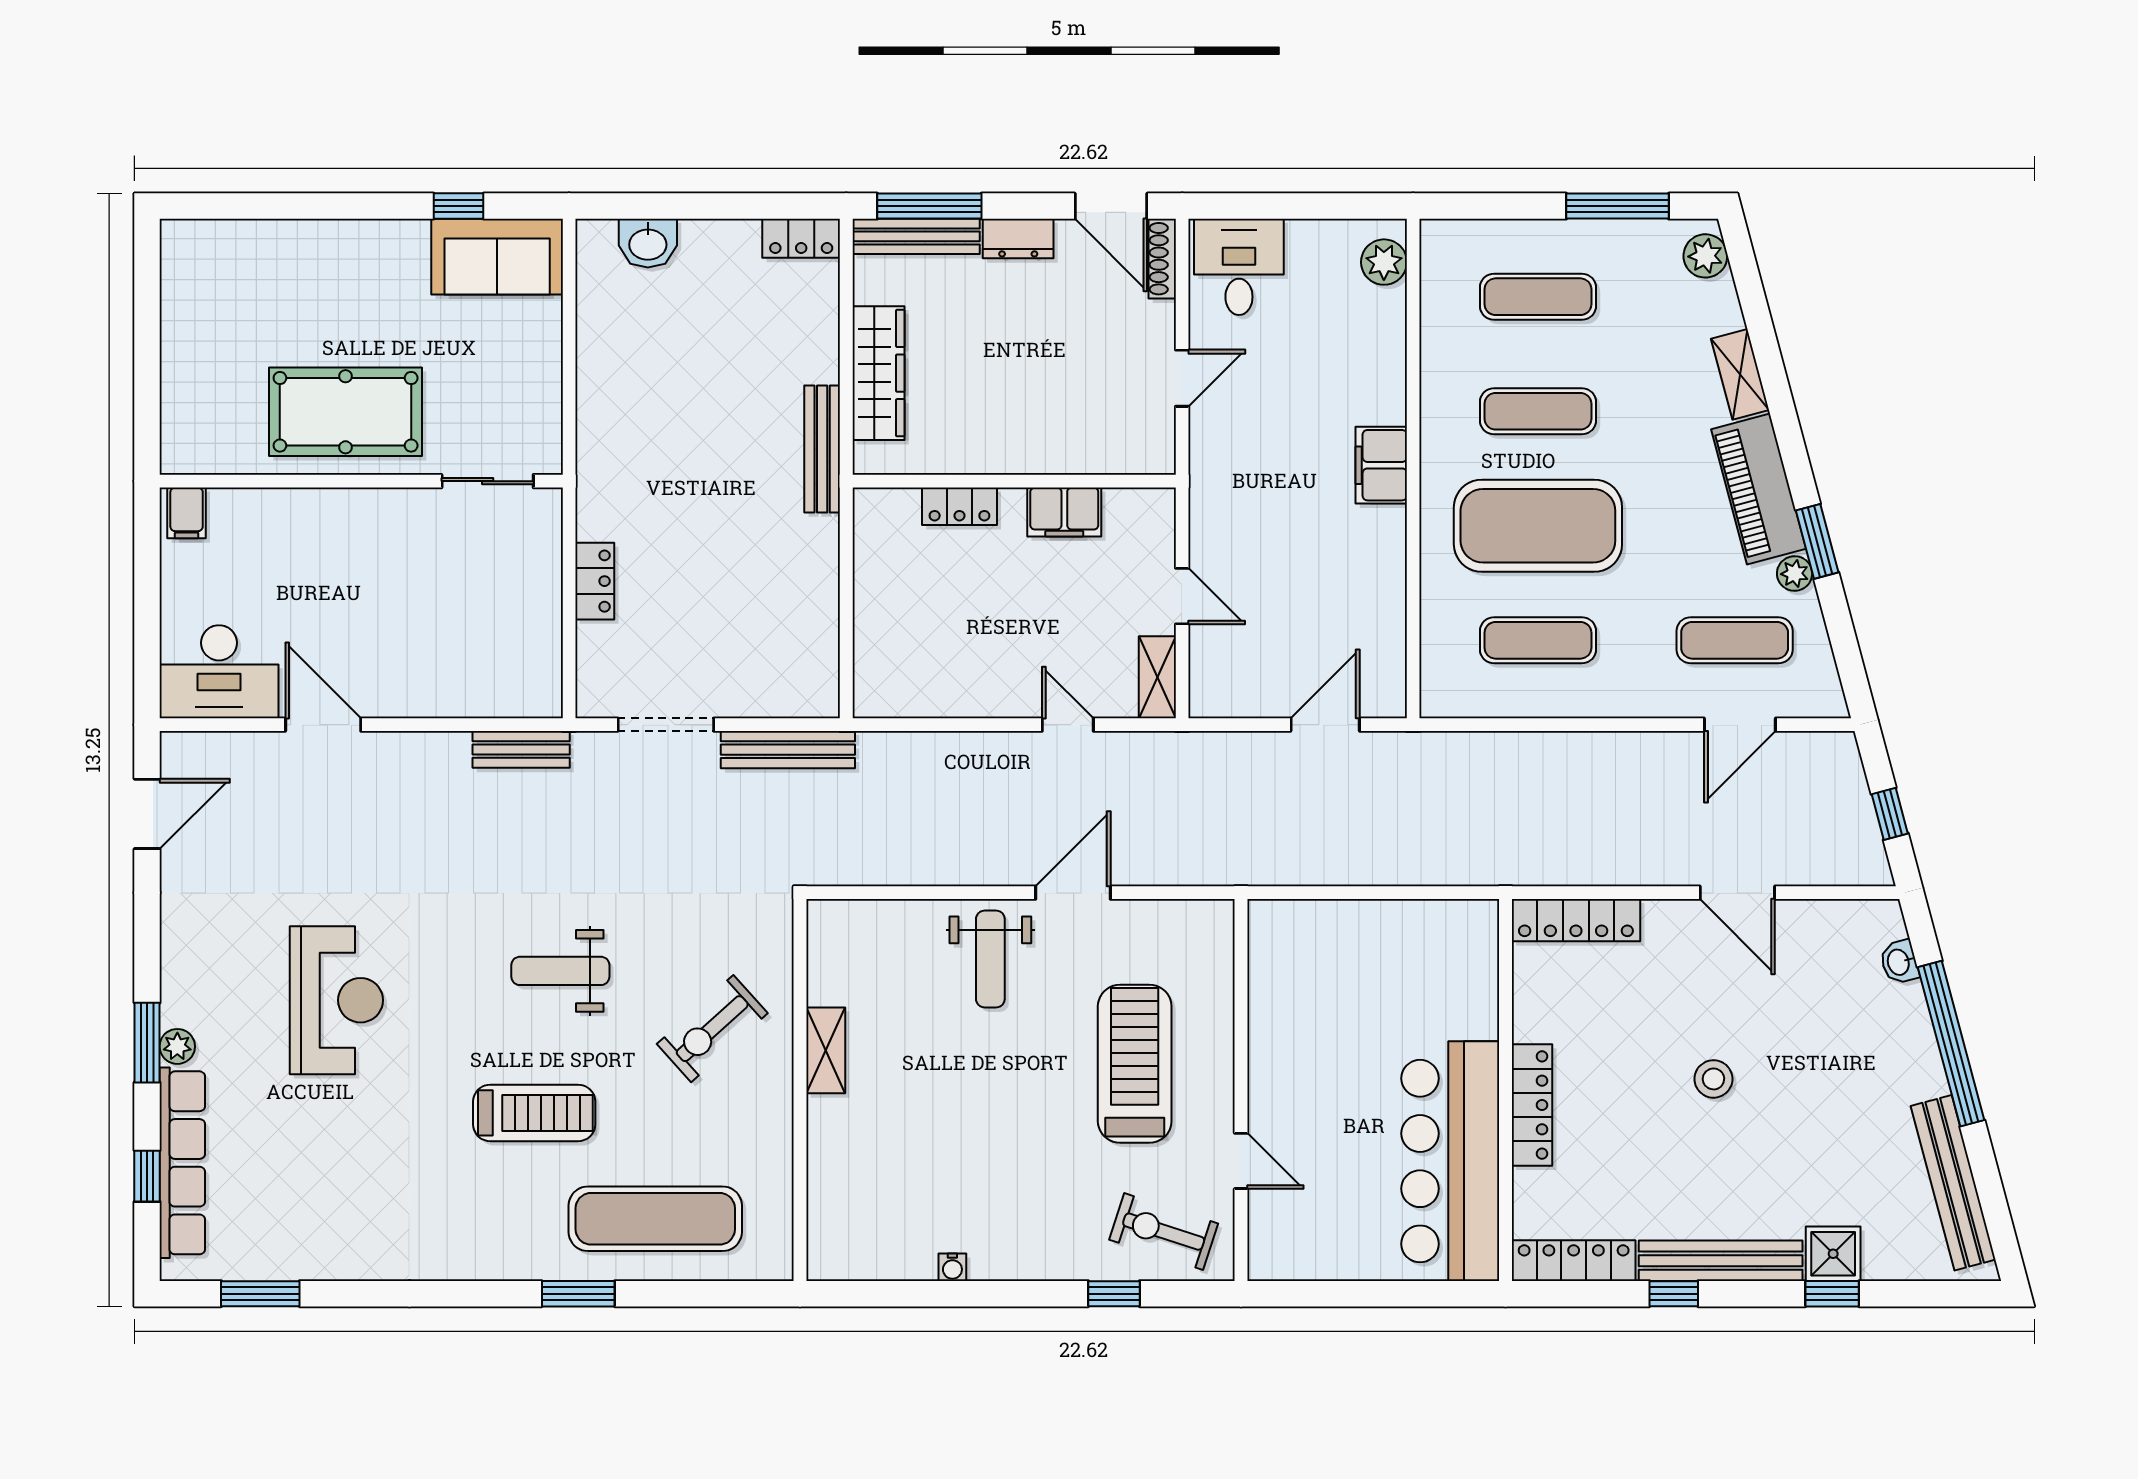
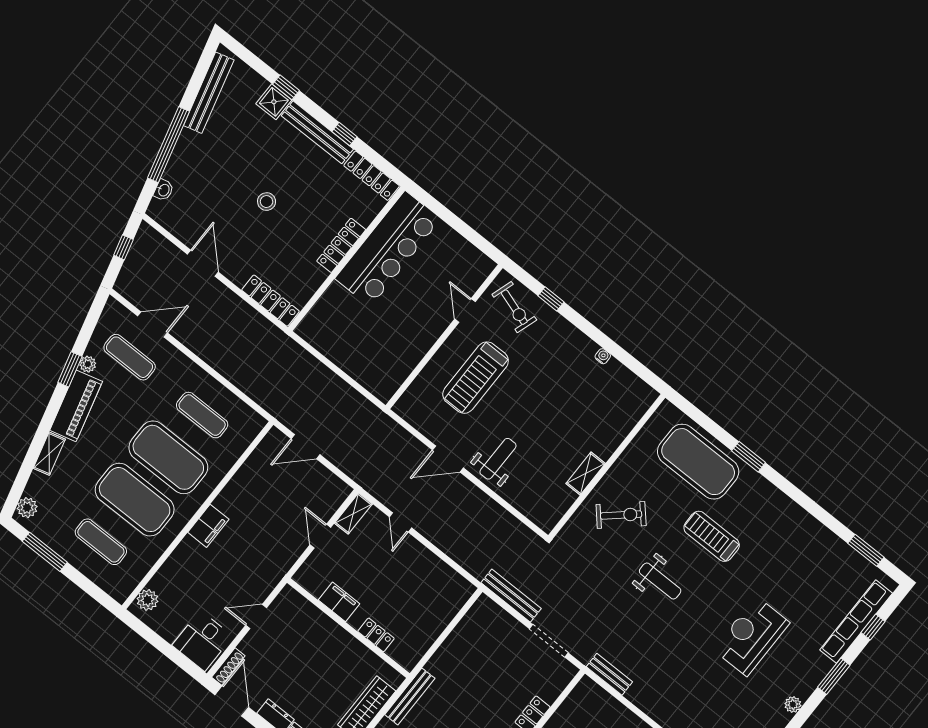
exercise mat: (1538, 411) -> (135, 500), width x2.00, depth x1.45
plant: (177, 1046) -> (793, 705), moved
exercise mat: (655, 1219) -> (698, 462), width x1.47

